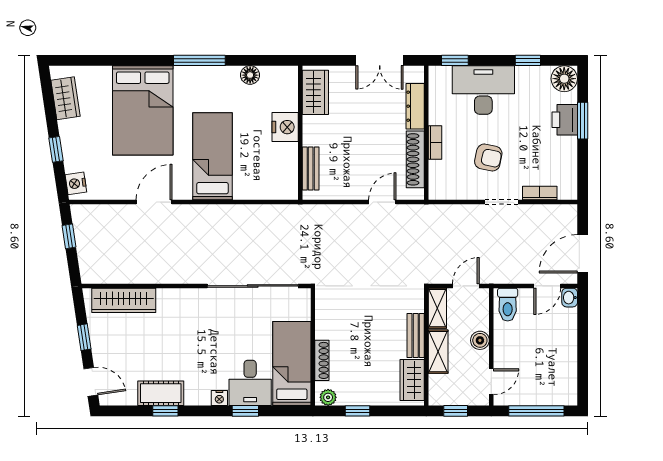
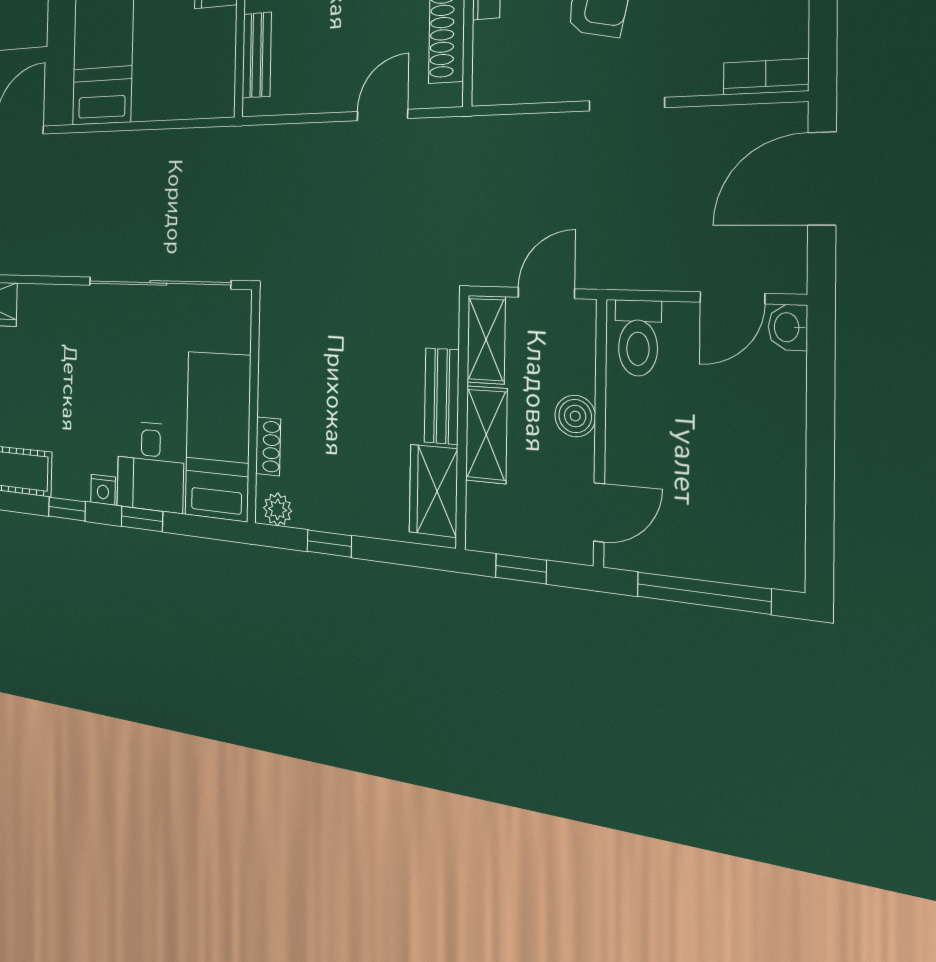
bookcase: (540, 193) -> (766, 77), moved
door: (583, 254) -> (822, 179), moved
shoe rack: (322, 360) -> (268, 446), width x0.70
window: (165, 411) -> (67, 509), moved

